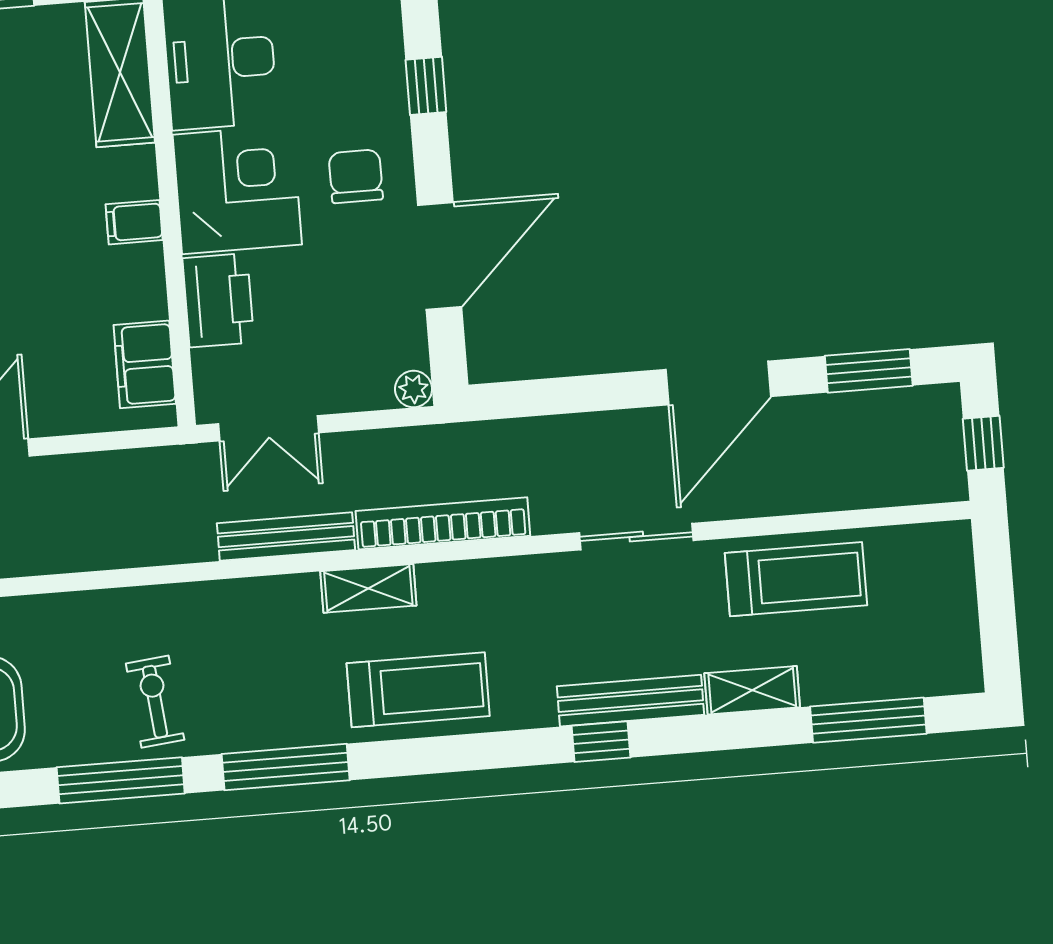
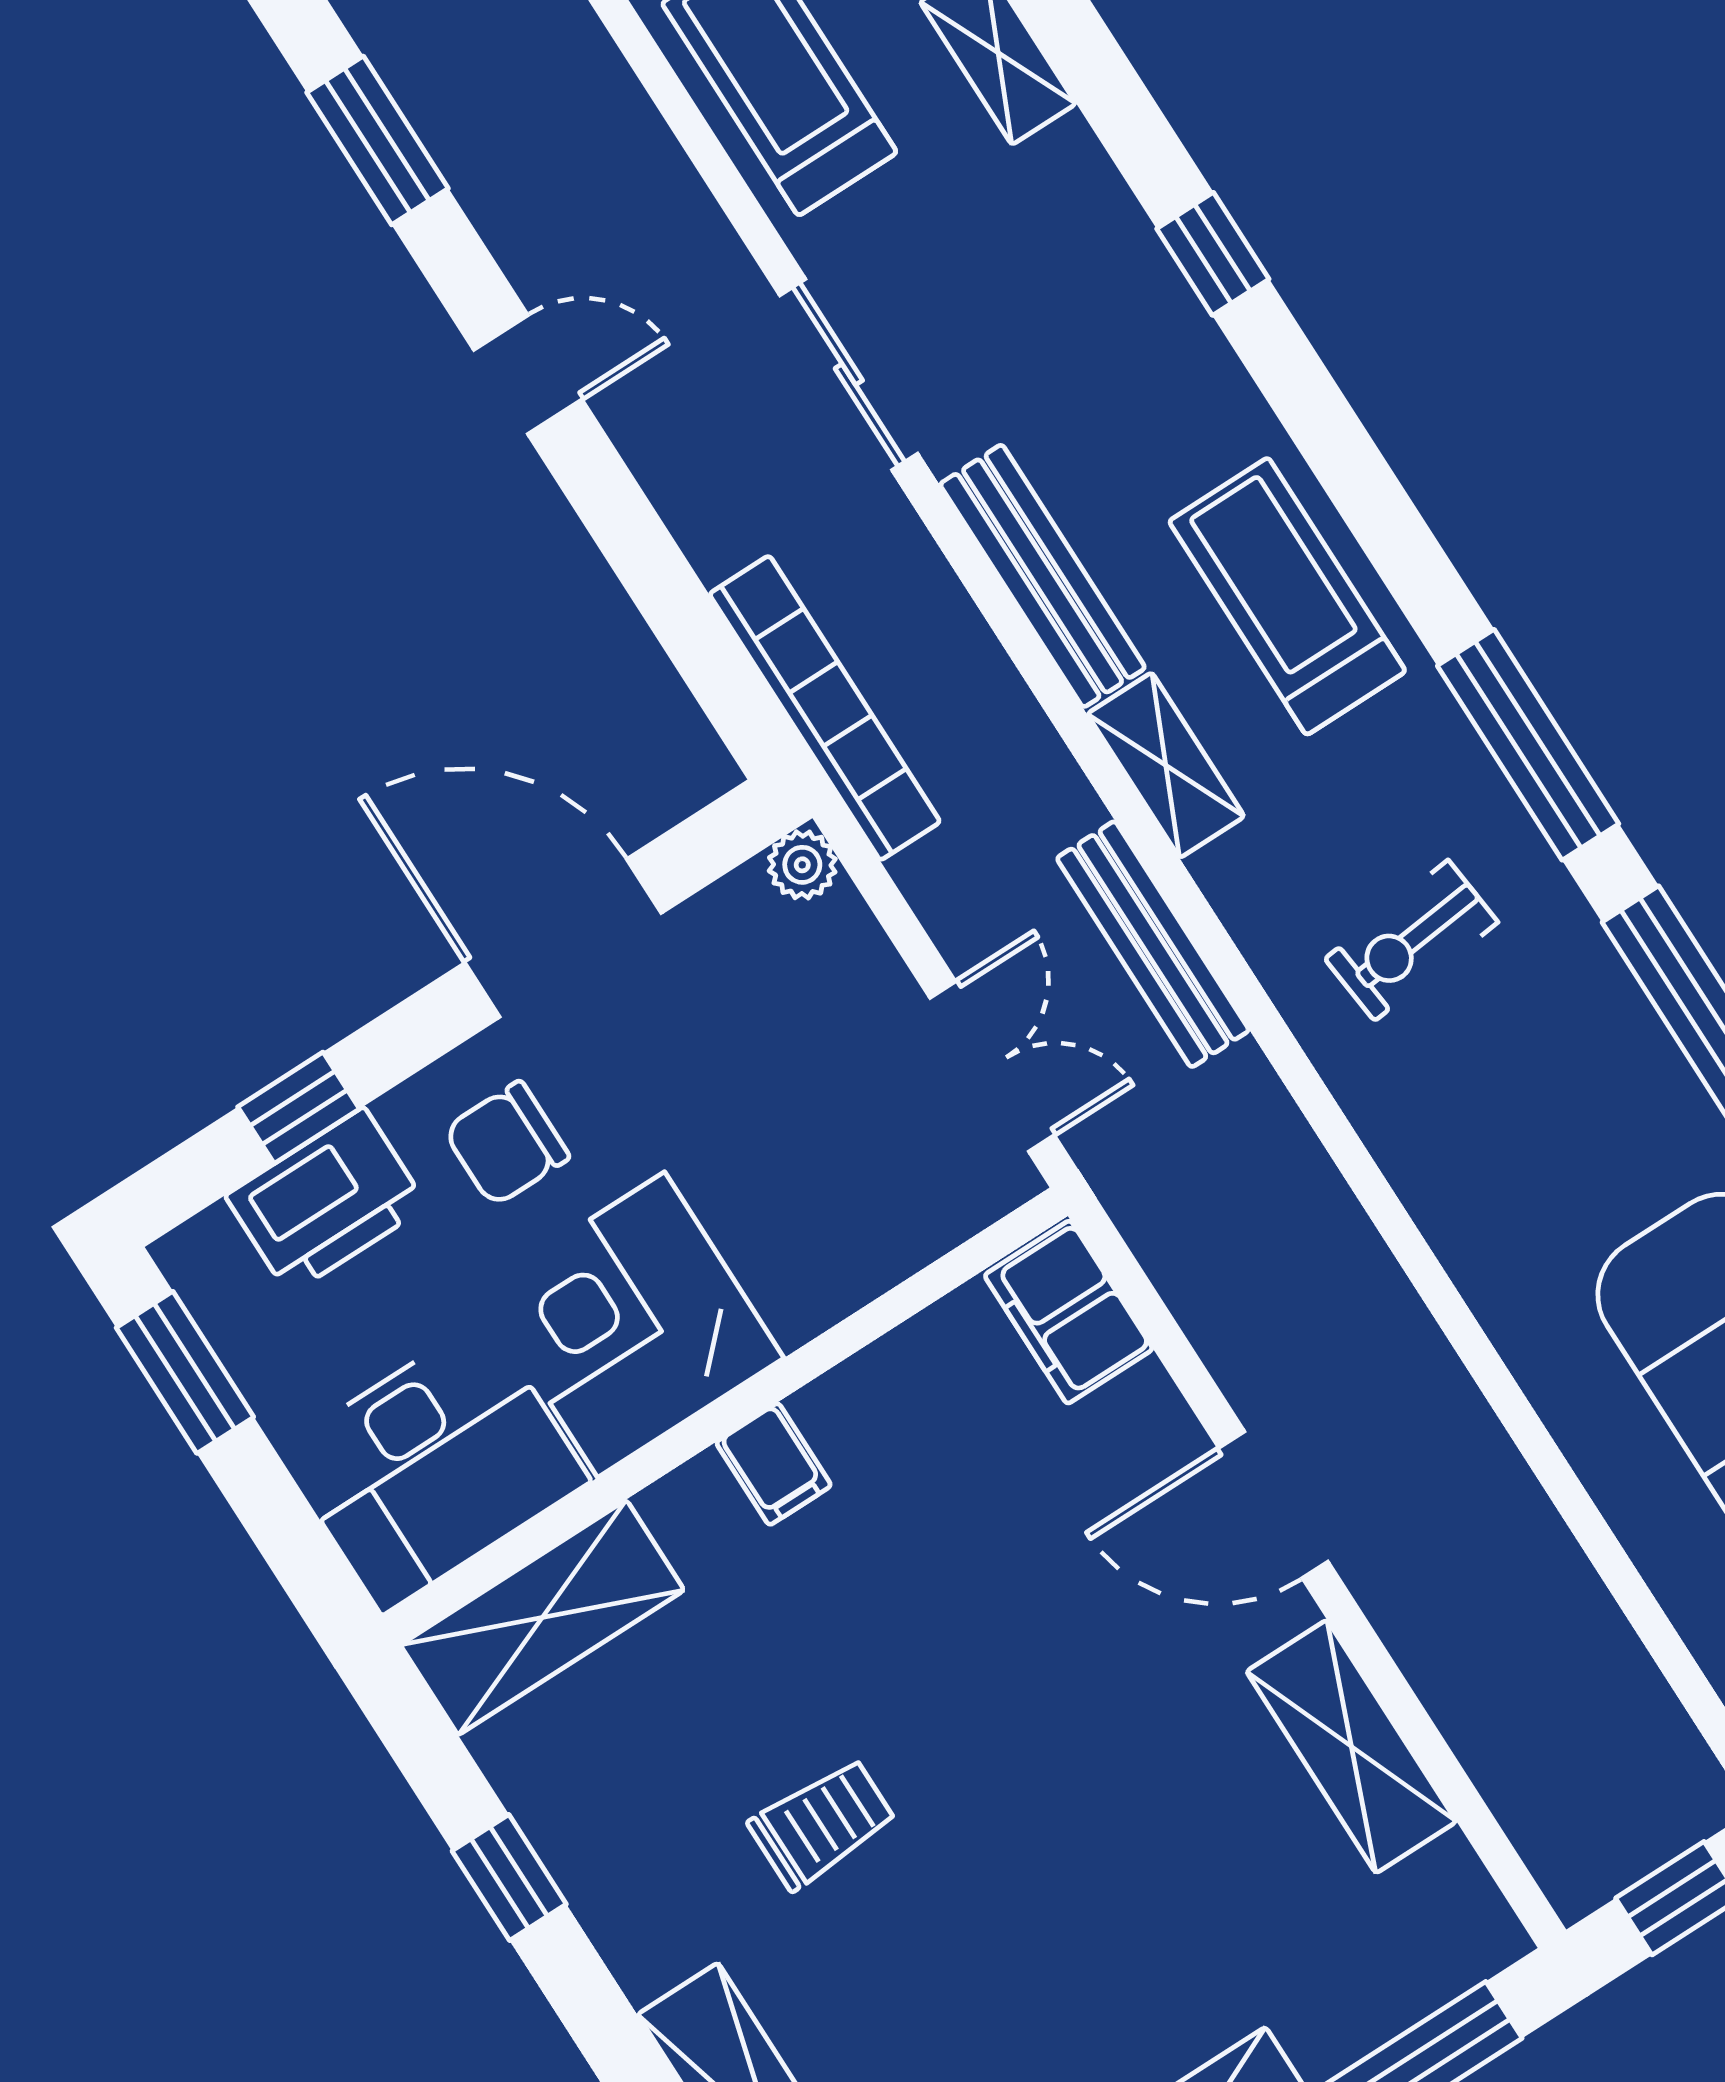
printer: (218, 300) -> (326, 1201), moved, turned 180
filing cabinet: (145, 364) -> (1069, 1312), moved, turned 90
door: (718, 383) -> (528, 375), width x0.53
bookcase: (443, 523) -> (825, 708), moved, turned 180
bench: (630, 701) -> (1043, 576), moved
exercise bike: (155, 702) -> (1411, 940), moved

